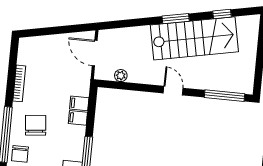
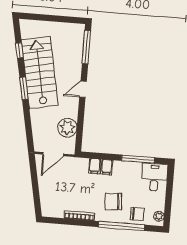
plant: (121, 76) -> (67, 128), width x1.88, depth x1.88

